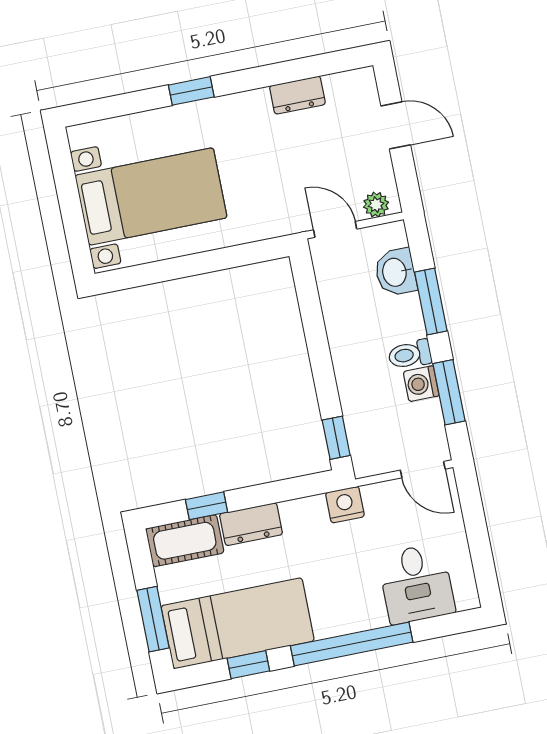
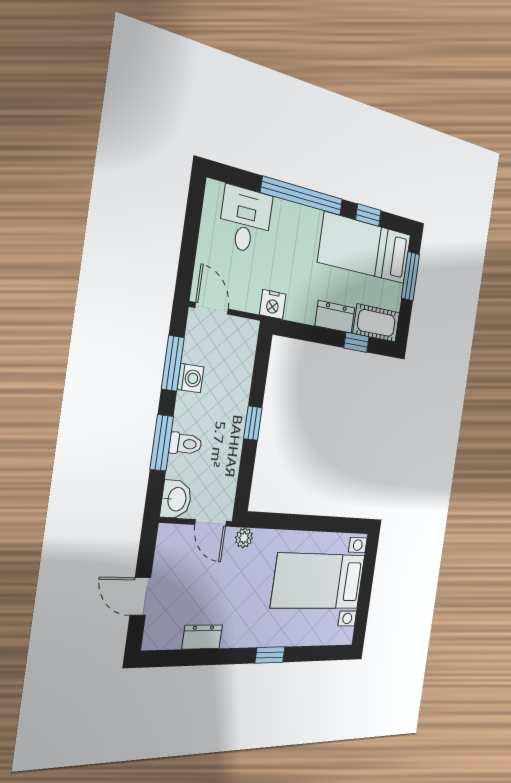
plant: (376, 205) -> (244, 538), moved
washbasin: (395, 272) -> (176, 499), moved
toilet: (410, 354) -> (185, 444), moved
window: (336, 438) -> (253, 423), moved

